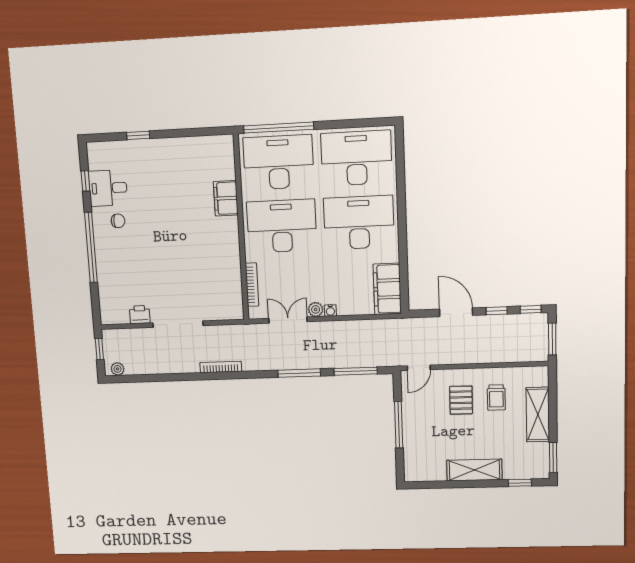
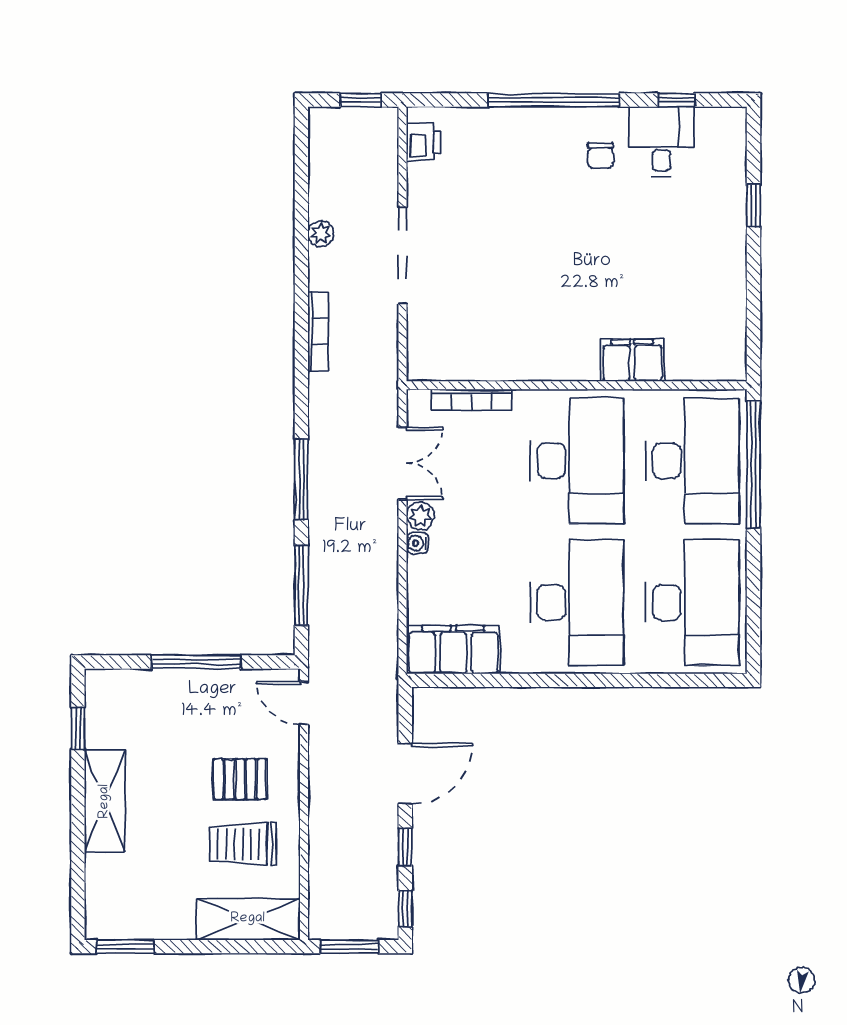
printer: (140, 315) -> (423, 142), moved
plant: (118, 369) -> (321, 234), moved
trolley: (496, 397) -> (243, 844), width x1.36, depth x1.39
shelving: (538, 415) -> (248, 919), moved
window: (520, 483) -> (78, 728), moved

